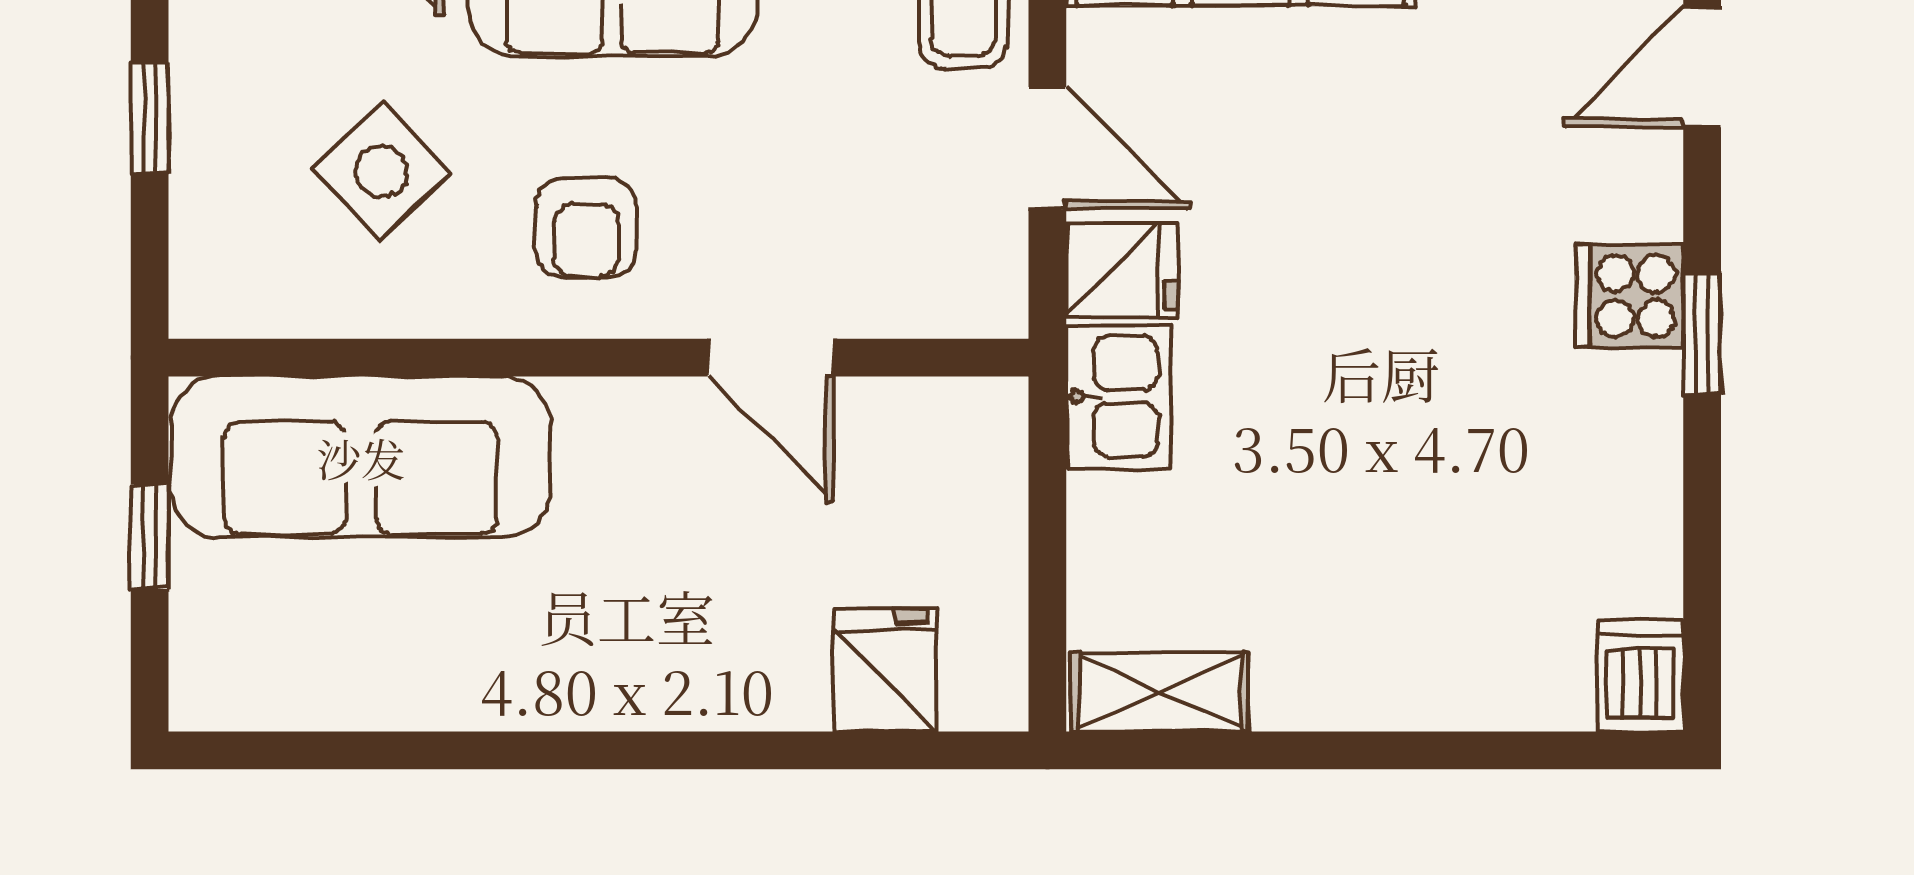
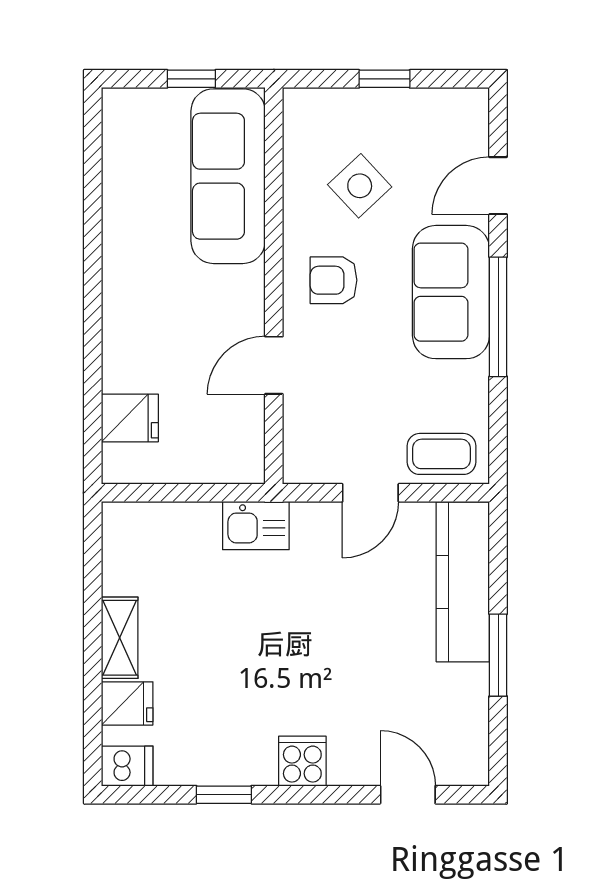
fridge: (1122, 270) -> (127, 703), moved, turned -90
window: (1702, 333) -> (224, 795), moved
shelving: (1160, 692) -> (120, 638), moved

